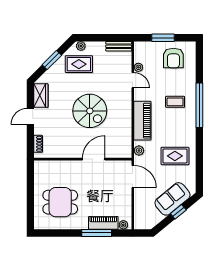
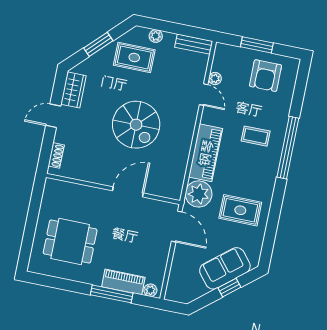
plant: (81, 46) -> (156, 36), moved
plant: (139, 151) -> (199, 194), width x1.87, depth x1.87

